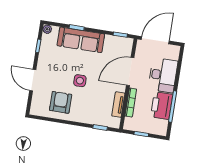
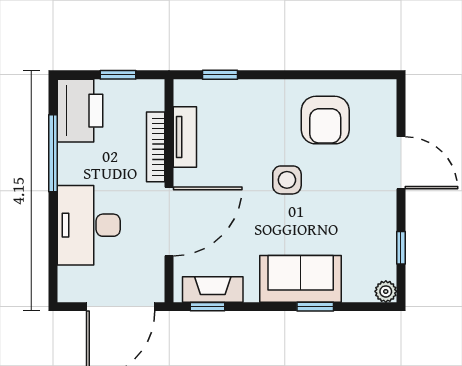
sofa: (81, 40) -> (301, 279), width x0.73
fireplace: (117, 41) -> (213, 289), added
printer: (162, 106) -> (80, 111), moved

